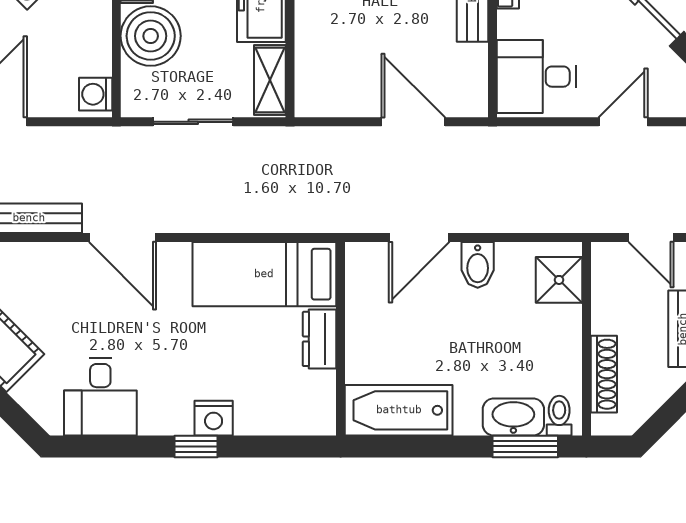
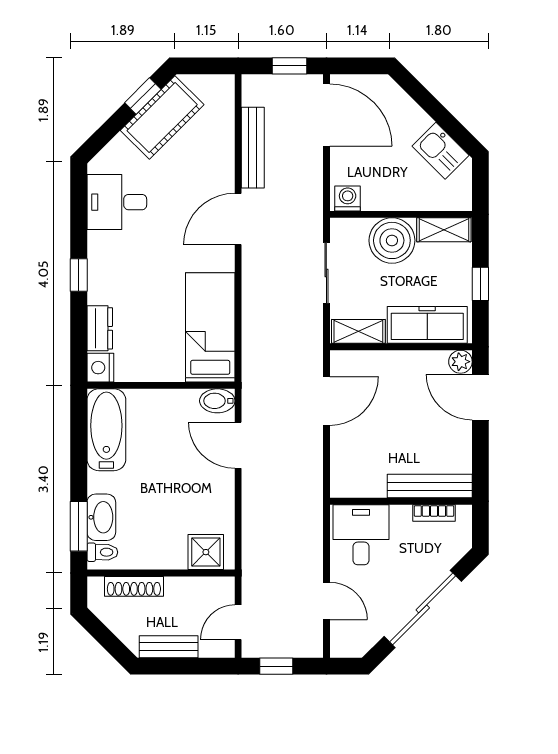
door: (413, 122) -> (326, 401), moved
bidet: (478, 265) -> (217, 401), moved
dresser: (320, 339) -> (100, 328), moved, turned 90
nightstand: (214, 418) -> (100, 368), moved

